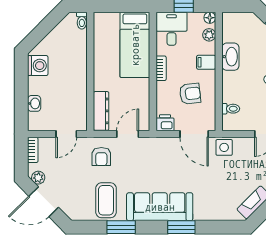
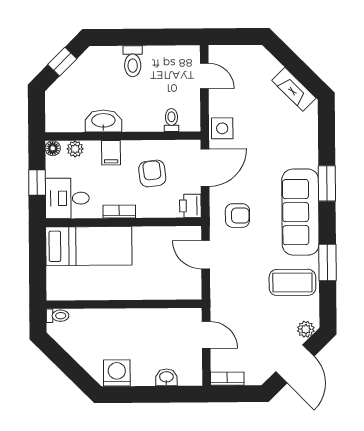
dresser: (101, 111) -> (176, 290), removed
armchair: (101, 157) -> (237, 216), moved
plant: (38, 178) -> (306, 329), moved

